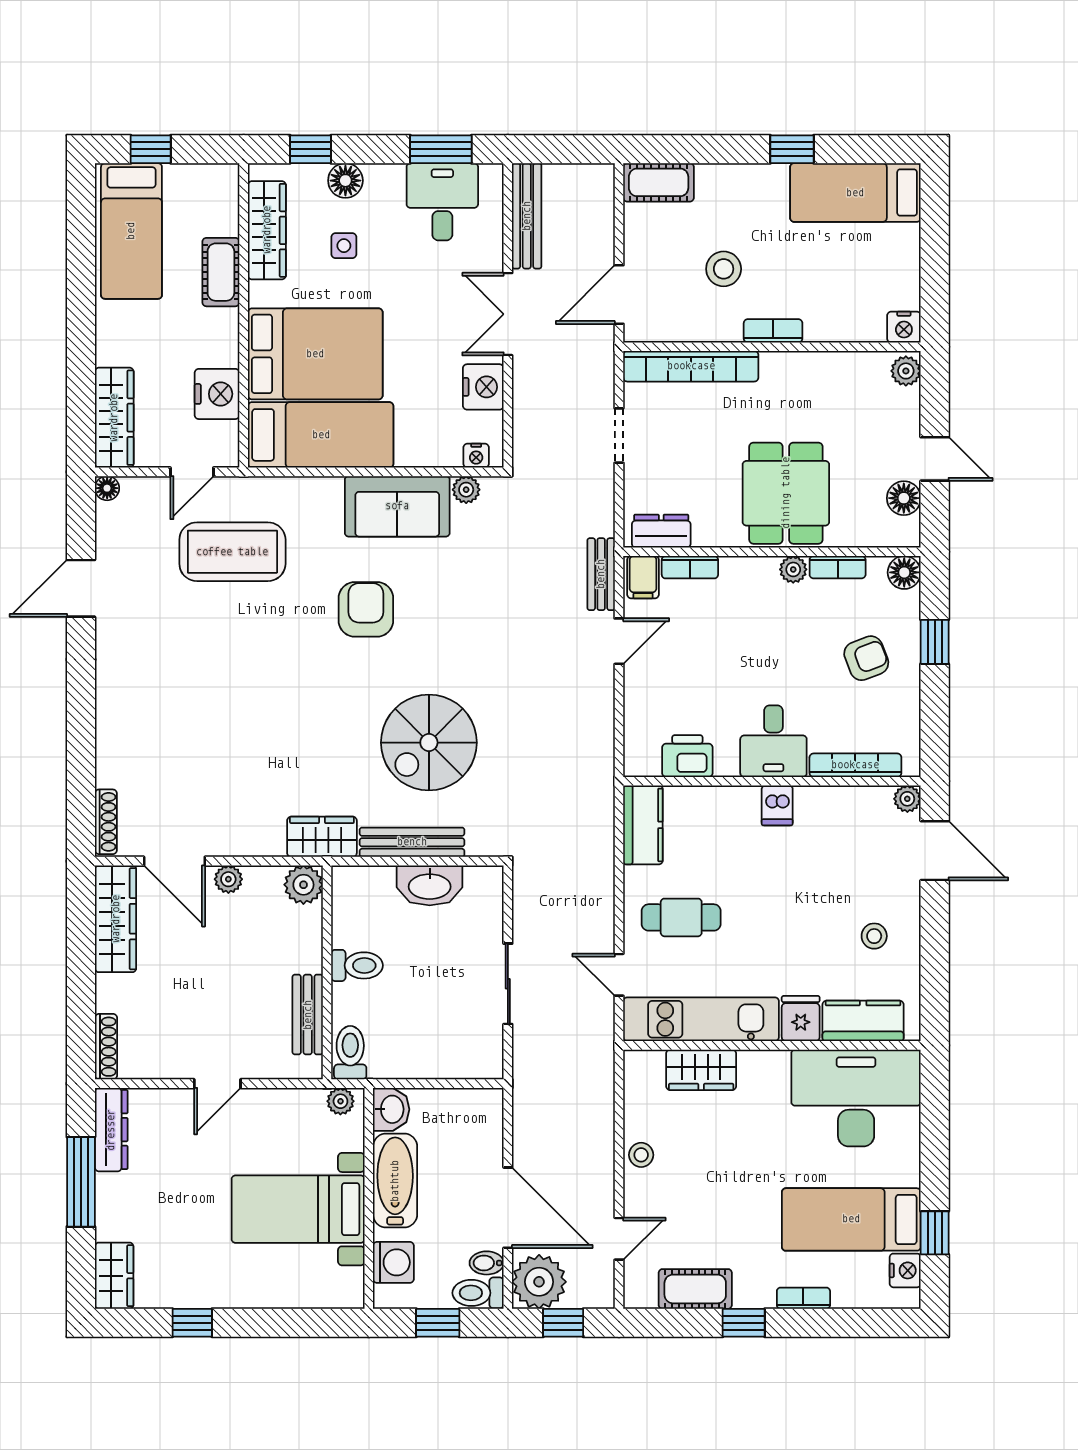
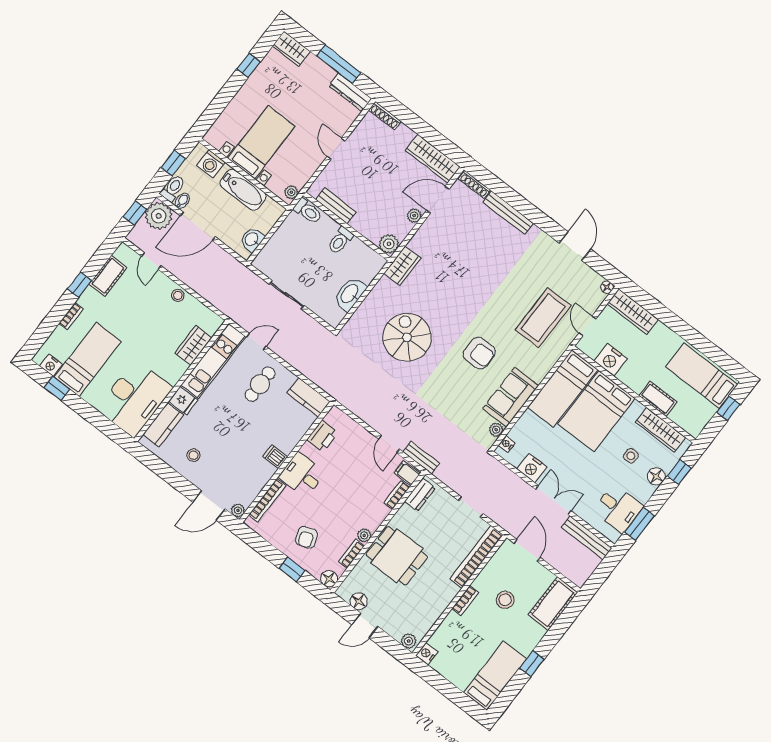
cot: (659, 182) -> (553, 604), width x1.37, depth x1.34
bench: (412, 842) -> (508, 213), moved, turned 90
washbasin: (391, 1109) -> (252, 240), moved, turned 90

